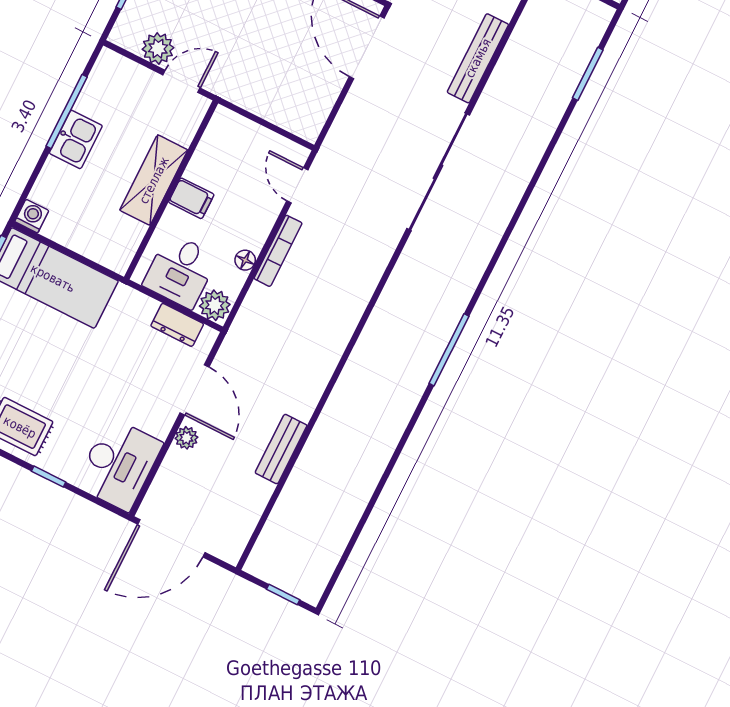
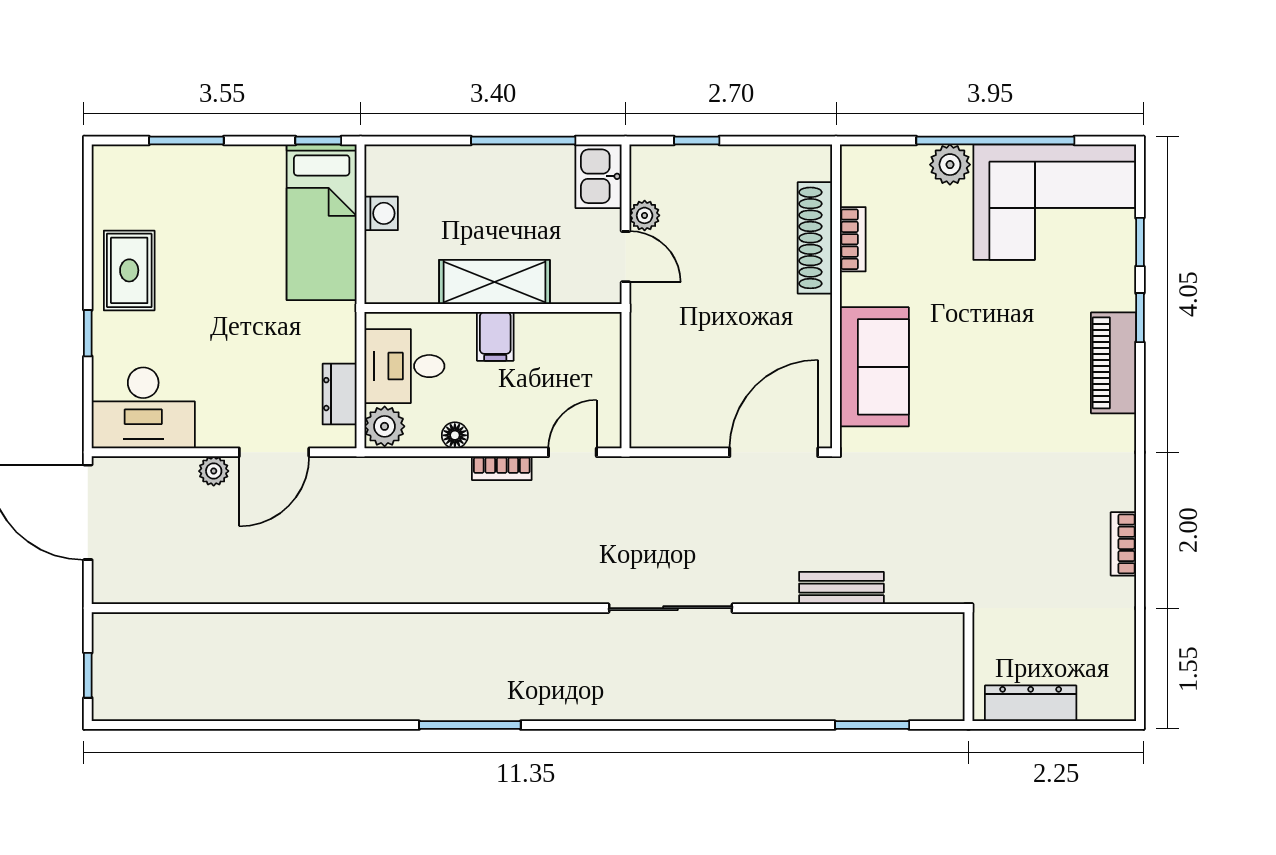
plant: (158, 48) -> (645, 215), width x0.73, depth x0.73
bench: (478, 58) -> (841, 588), width x0.73
kitchen sink: (76, 139) -> (599, 176), moved, turned 90
sliding door: (438, 172) -> (670, 608), width x0.73
washing machine: (32, 216) -> (381, 213), moved
bookcase: (278, 251) -> (502, 468), width x0.64
bench: (281, 449) -> (256, 588), removed

